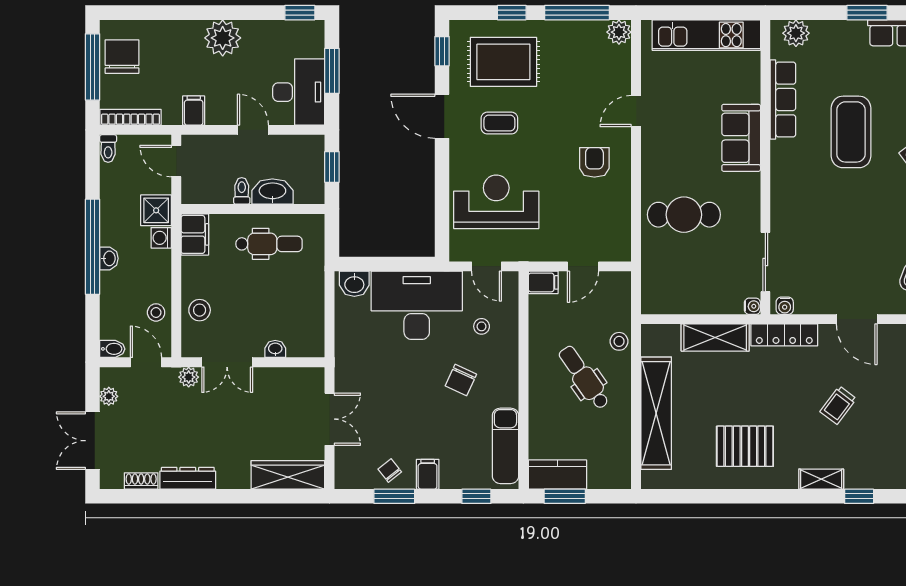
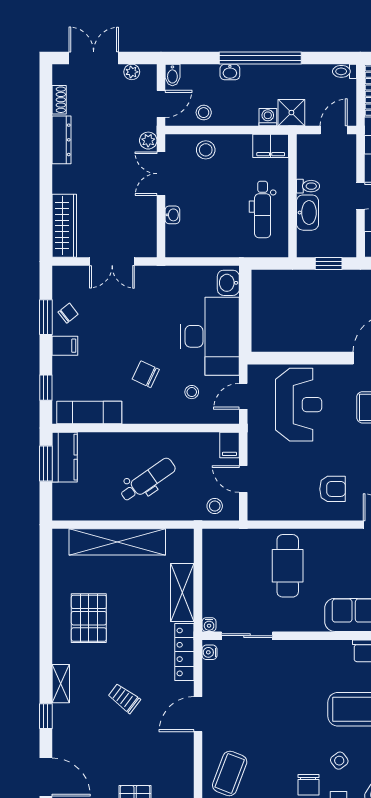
washbasin: (109, 258) -> (230, 72), moved
stool: (619, 341) -> (215, 506), moved

